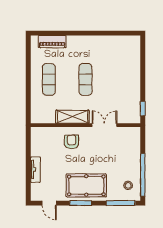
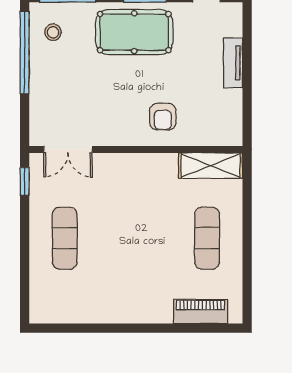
exercise mat: (85, 79) -> (65, 238), moved
shelving: (72, 117) -> (211, 166), moved
double door: (104, 125) -> (68, 149), moved

